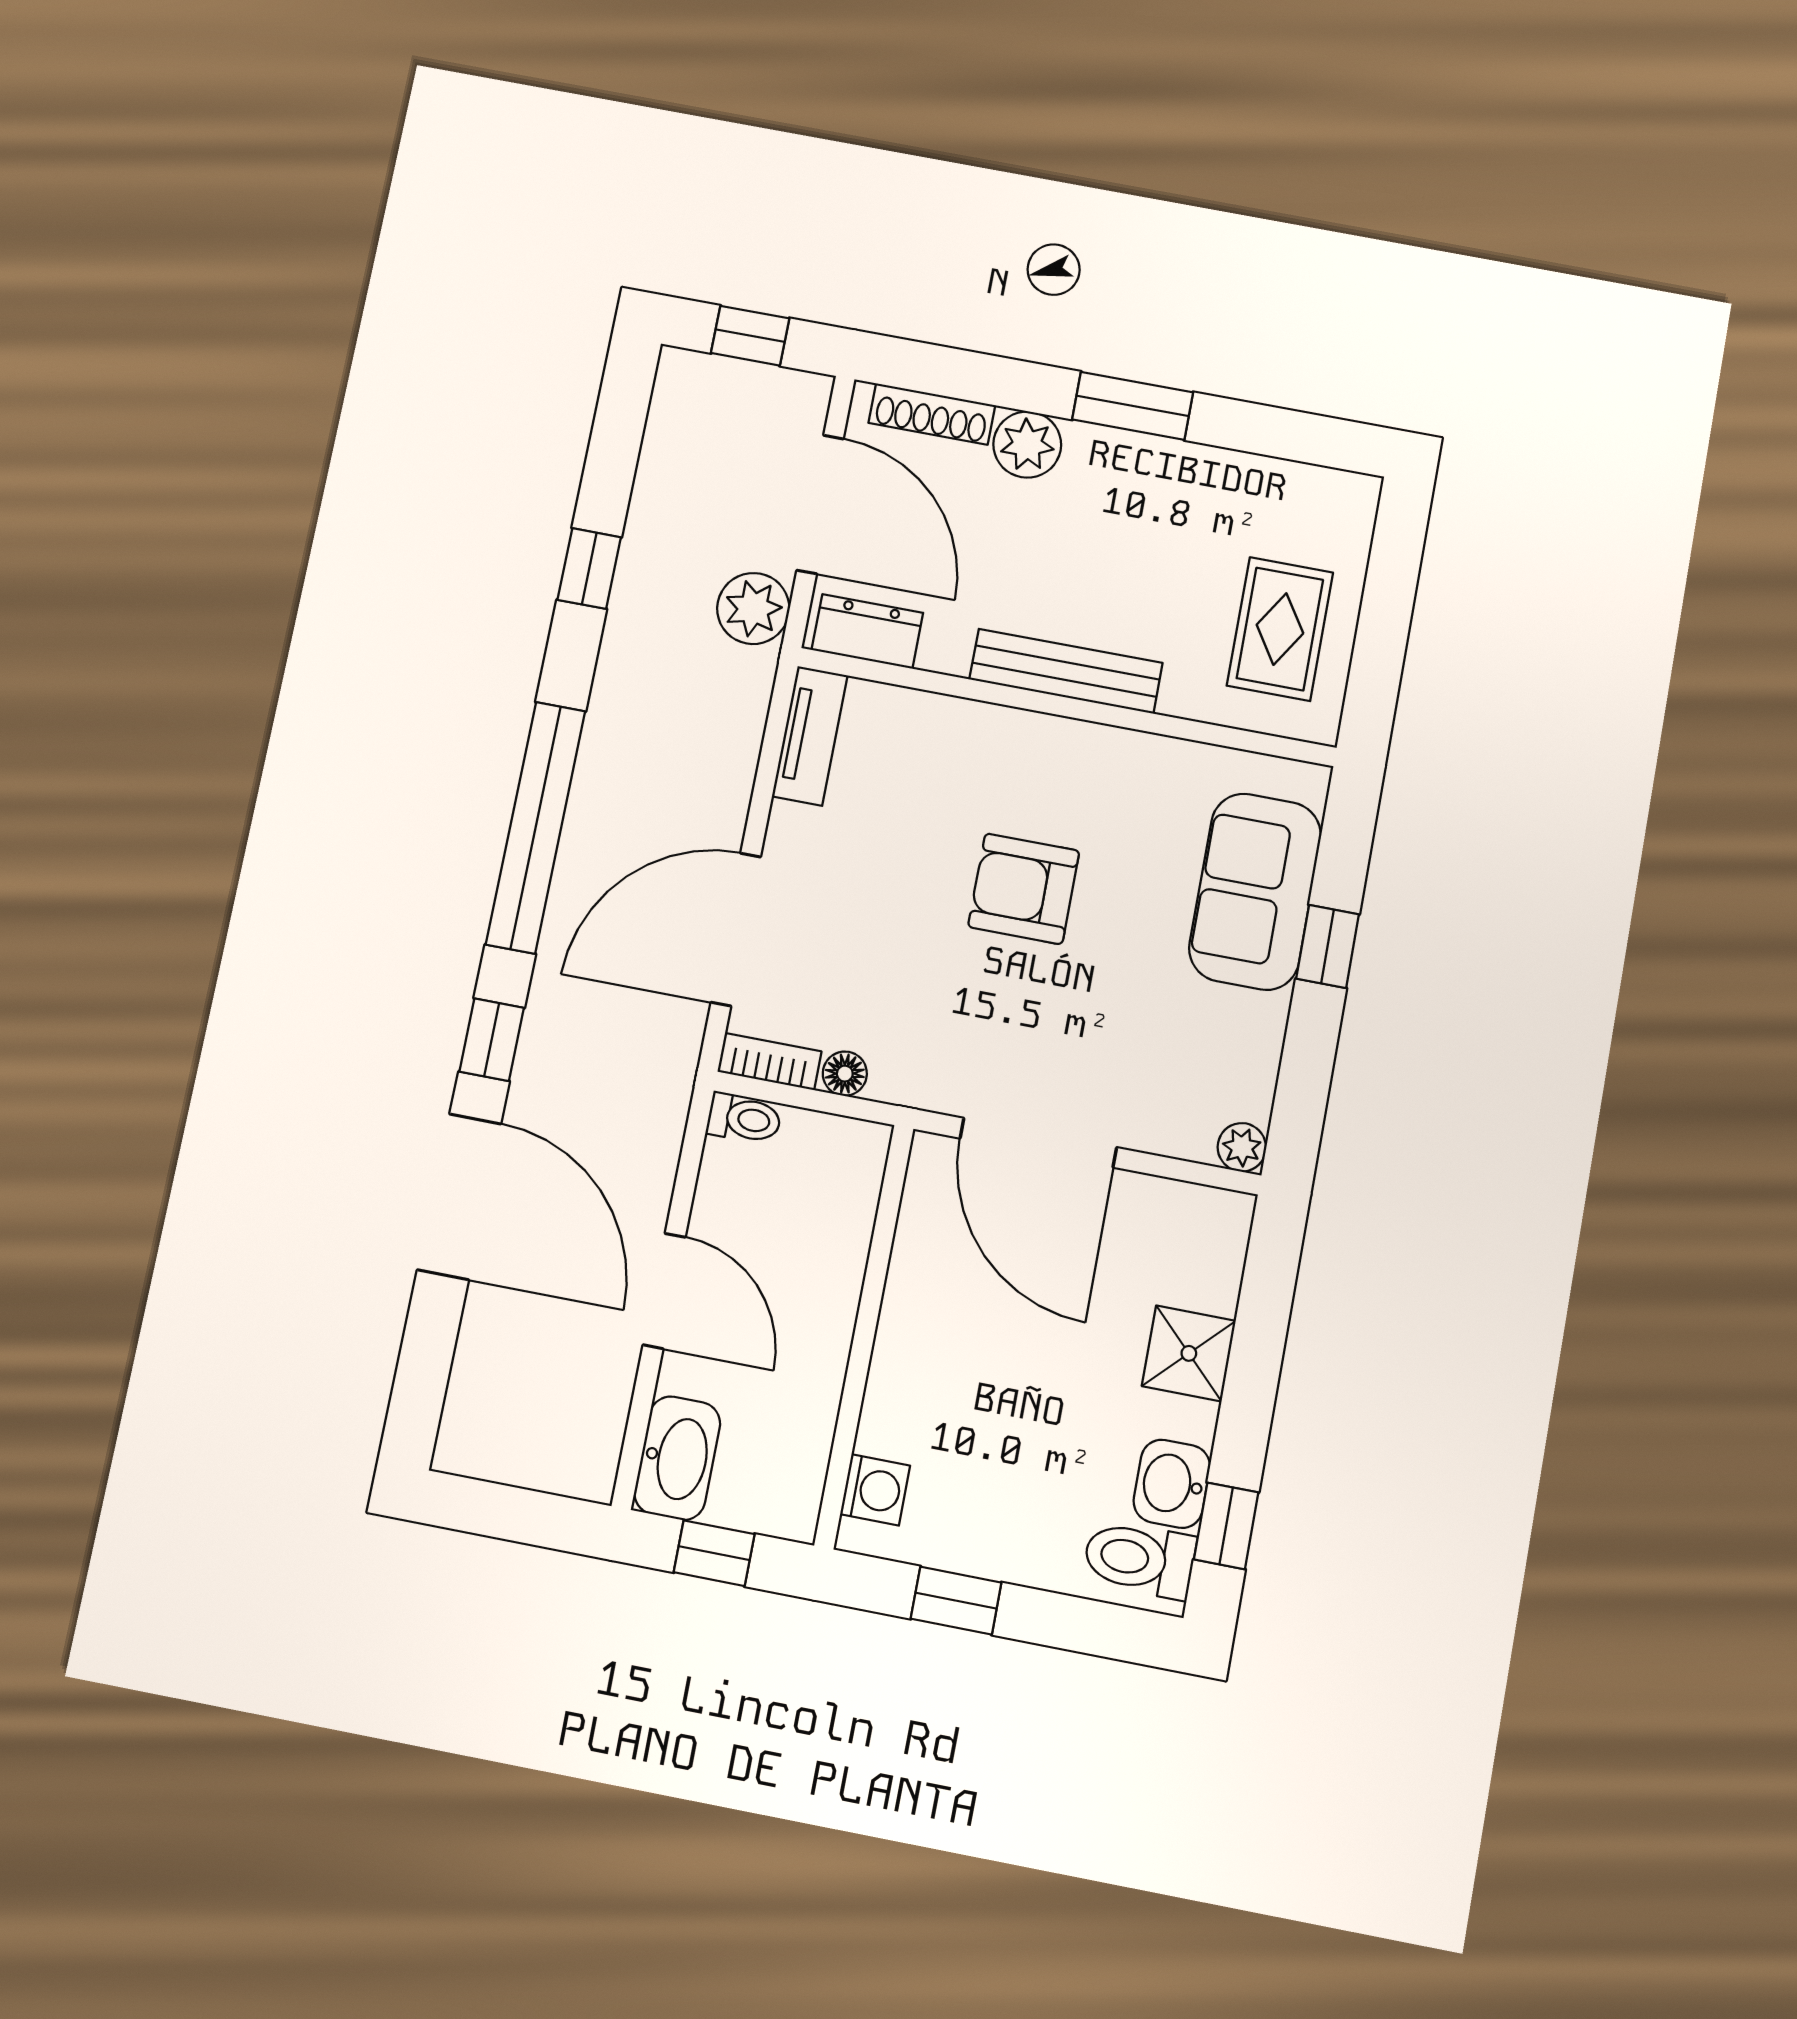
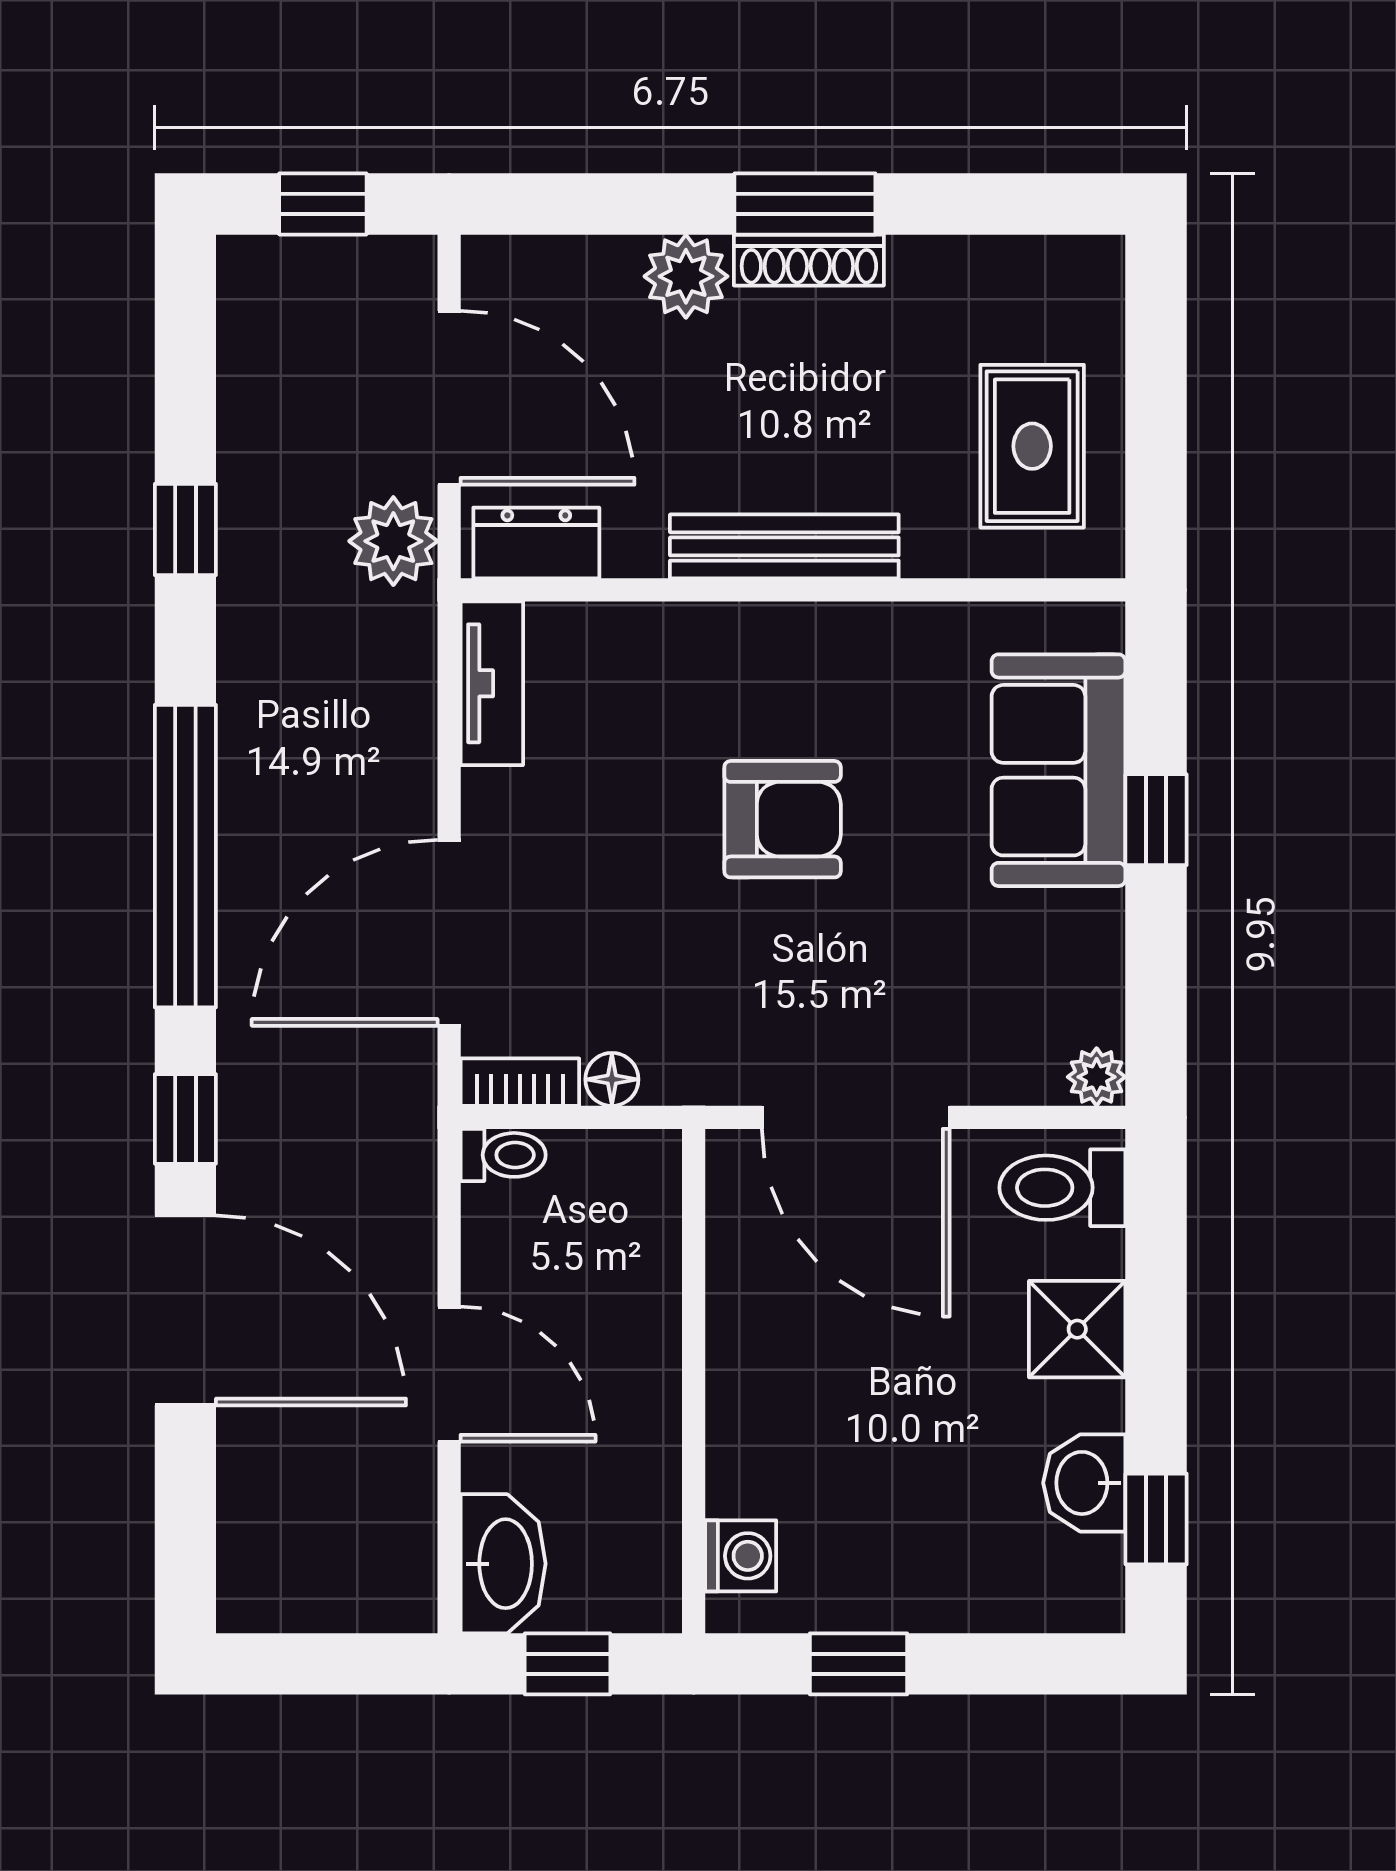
shoe rack: (932, 414) -> (809, 260), moved
armchair: (1024, 889) -> (783, 819), turned 180
toilet: (1140, 1559) -> (1062, 1188), moved

